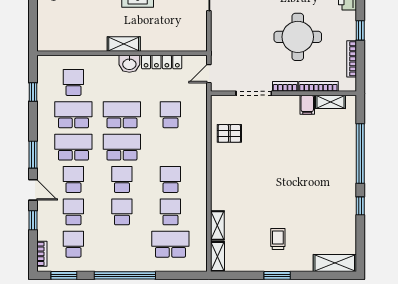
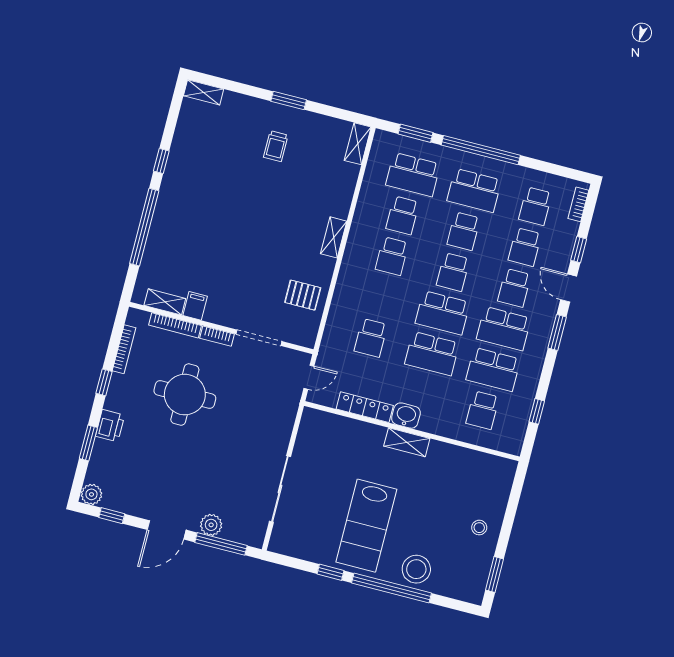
shelving: (217, 225) -> (334, 237), moved
school desk: (122, 244) -> (474, 190), added
shelving: (335, 263) -> (204, 92), width x0.67, depth x0.75
window: (64, 275) -> (416, 133), moved

